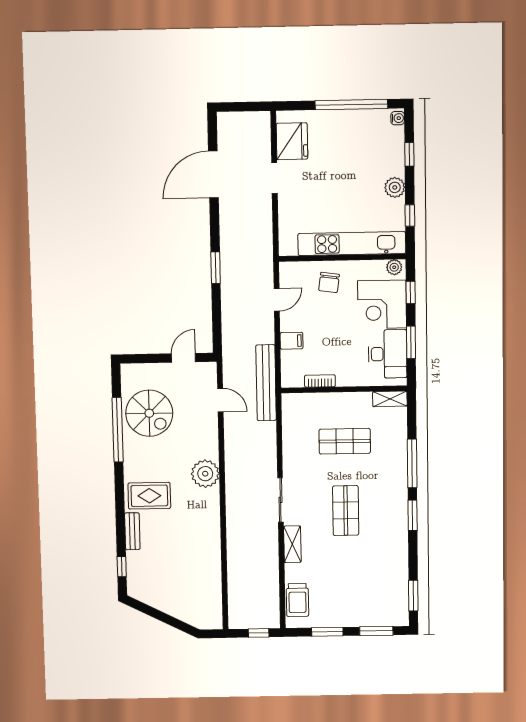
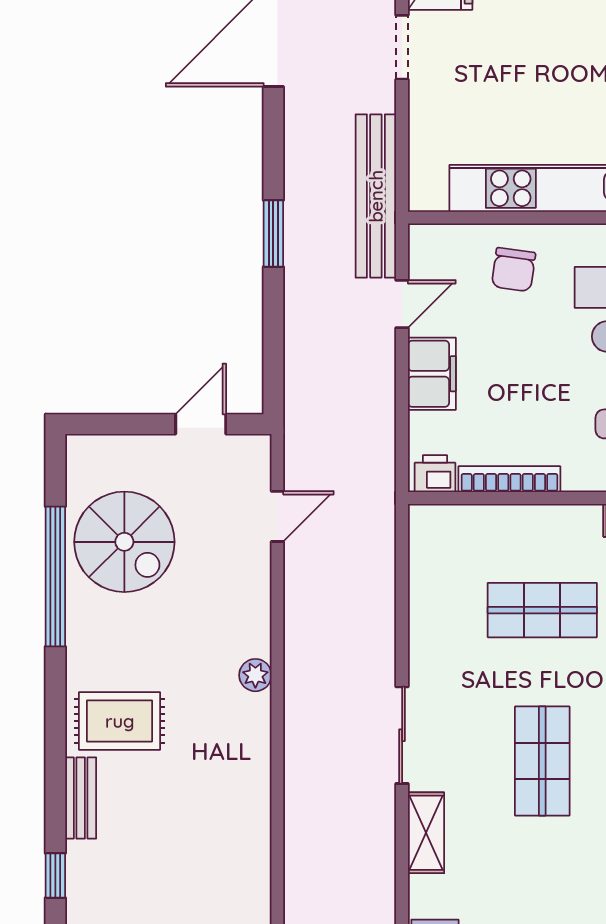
filing cabinet: (292, 341) -> (432, 374), width x2.00
printer: (294, 379) -> (435, 474), added
bookcase: (320, 381) -> (509, 479), width x1.56
bench: (266, 383) -> (376, 196), moved
door: (220, 400) -> (277, 516), hinge flipped
plant: (205, 474) -> (255, 675), width x0.53, depth x0.53

